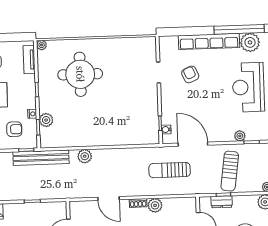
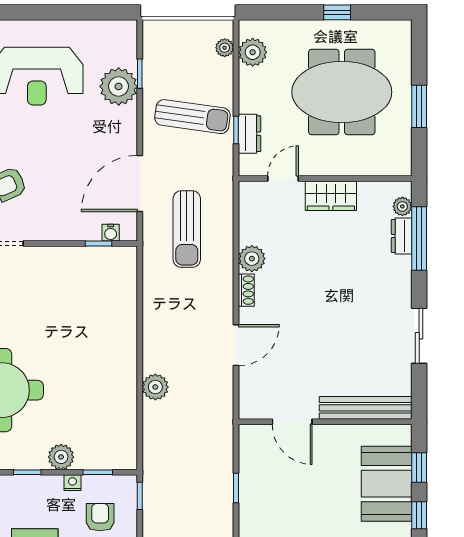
plant: (46, 120) -> (61, 457), moved
plant: (240, 136) -> (119, 86), width x1.88, depth x1.88
bench: (41, 158) -> (155, 469), removed

